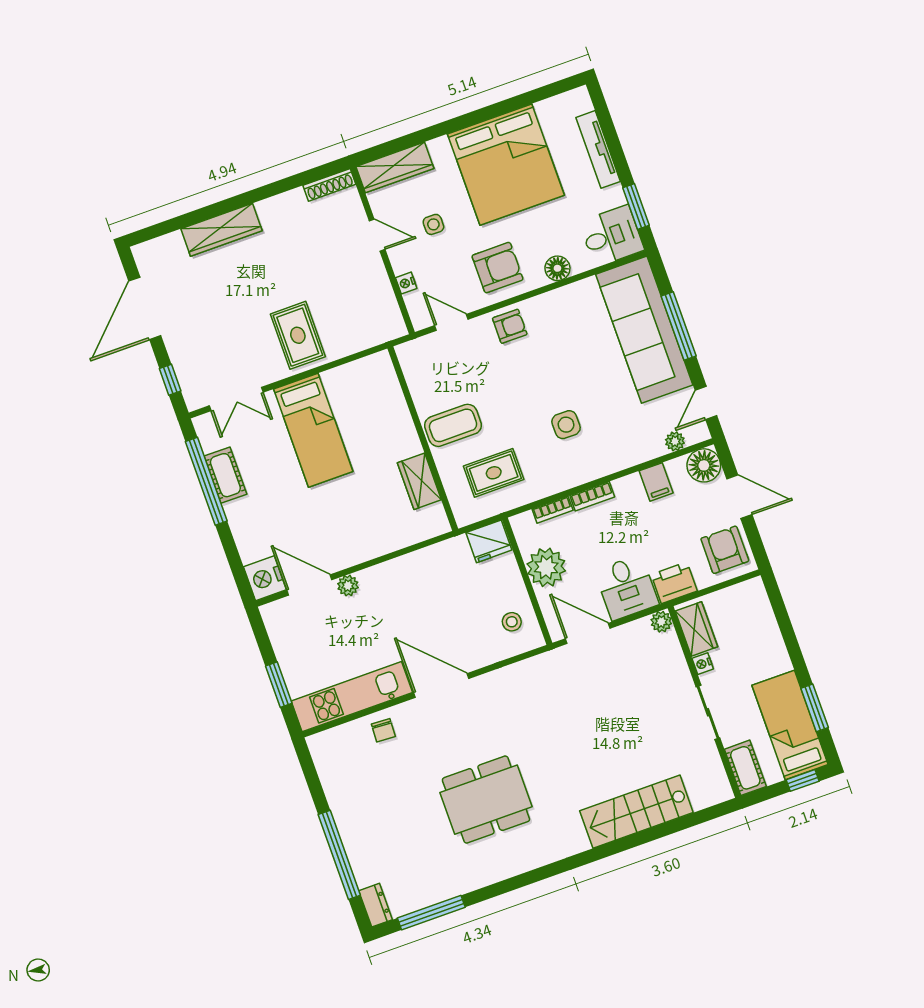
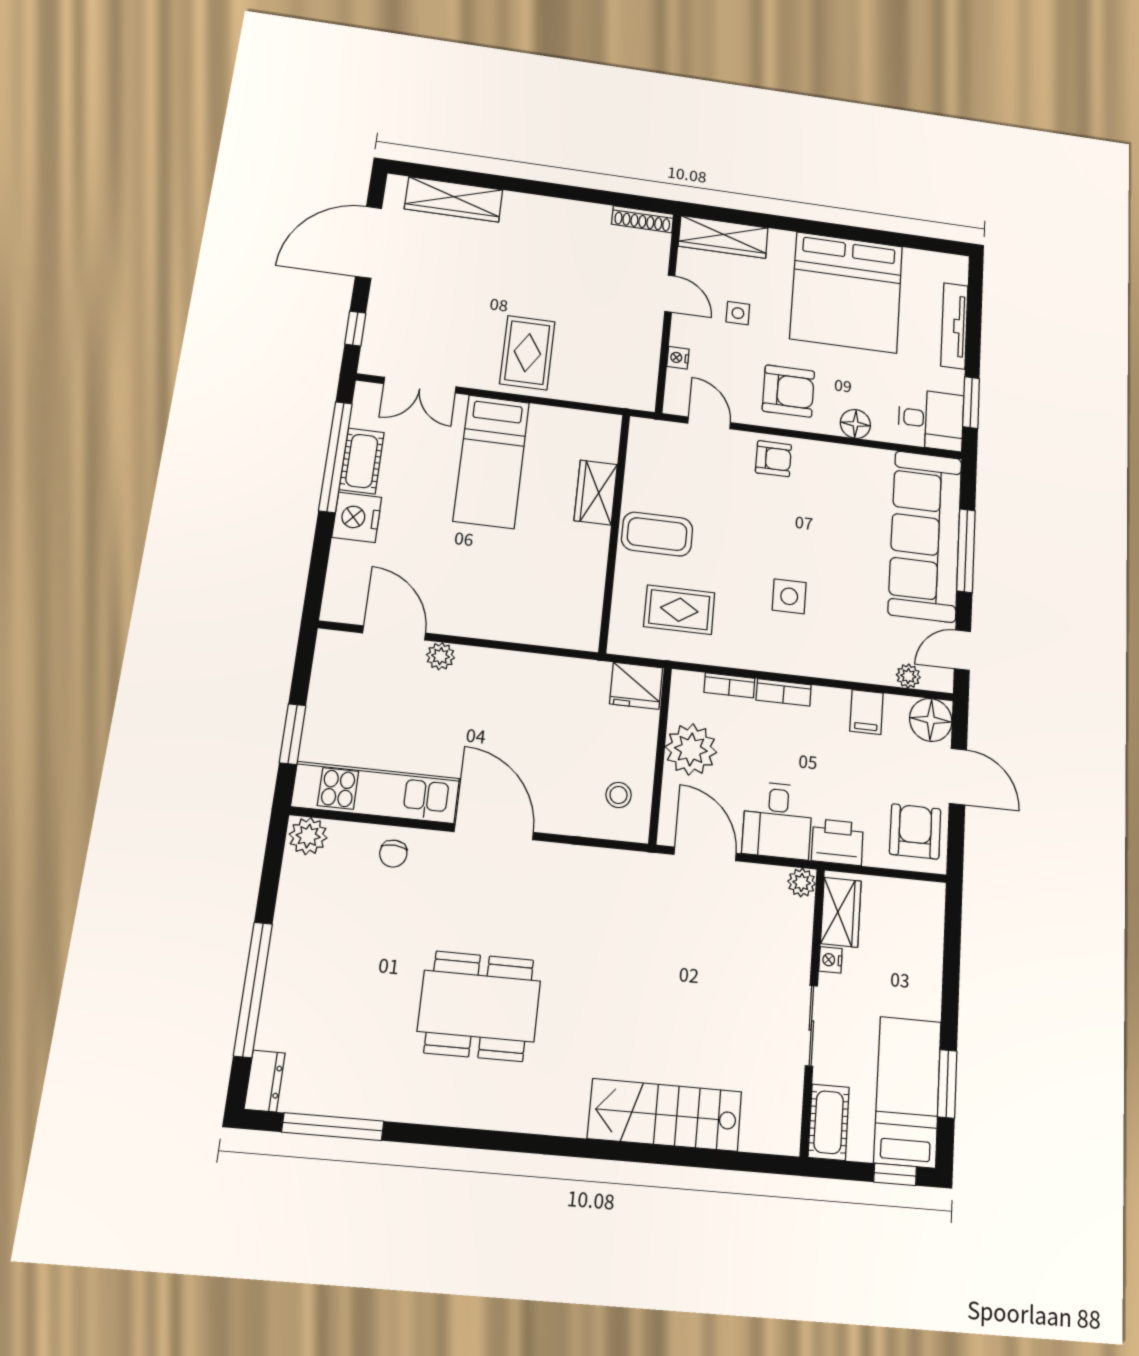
wardrobe: (222, 230) -> (454, 199), moved
wardrobe: (419, 481) -> (596, 492), moved
nightstand: (265, 578) -> (357, 517), moved
plant: (323, 745) -> (308, 836), added

